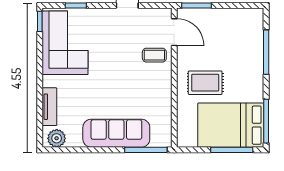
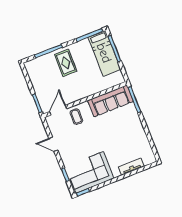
rug: (205, 83) -> (66, 63), moved
bed: (231, 125) -> (104, 53), width x0.67
sofa: (116, 133) -> (110, 101), moved, turned -90
plant: (57, 138) -> (148, 155), removed

